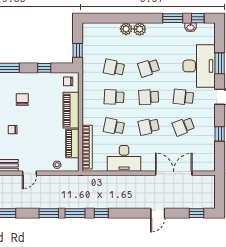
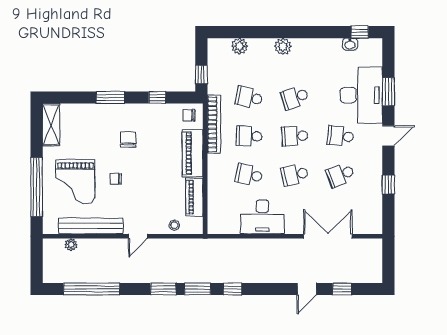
window: (173, 18) -> (327, 32), removed
plant: (126, 29) -> (240, 46), moved
bookcase: (87, 147) -> (214, 124), moved
window: (197, 213) -> (342, 289), moved

